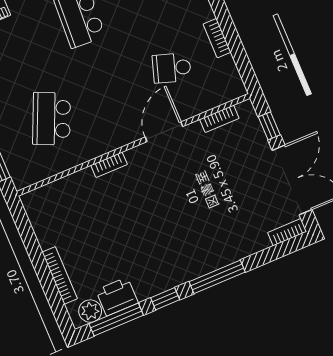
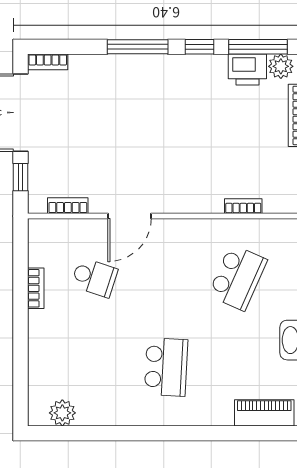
bookcase: (109, 165) -> (243, 206), moved

